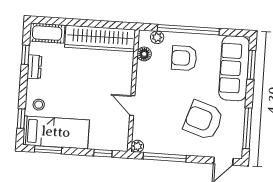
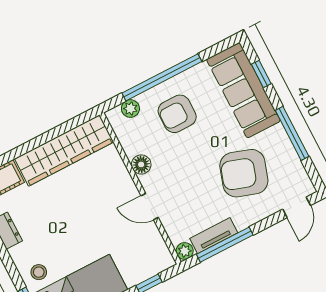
floor lamp: (144, 54) -> (141, 164), moved
window: (251, 65) -> (261, 74), width x0.67
window: (247, 128) -> (292, 133), moved
tv unit: (161, 148) -> (214, 236), added

